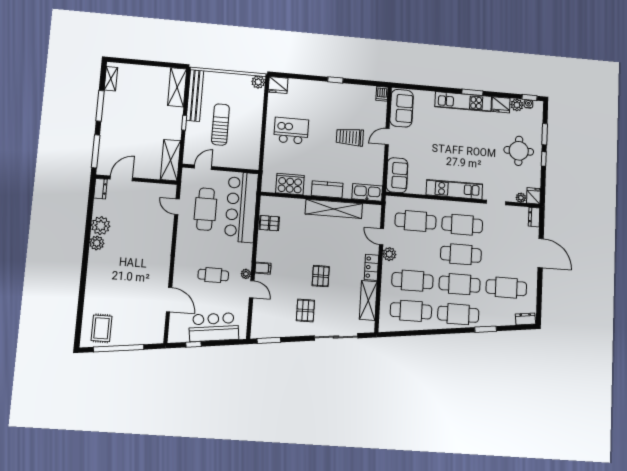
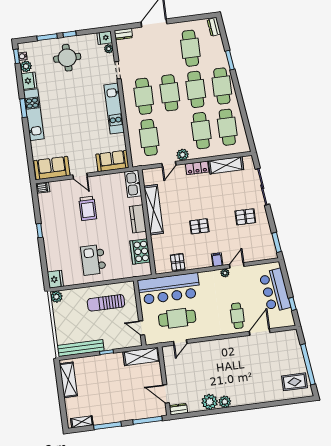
shelving: (177, 87) -> (68, 380), moved, turned 90
sun lounger: (220, 125) -> (106, 303), moved
cafe table: (213, 275) -> (237, 316), moved
pallet: (321, 276) -> (199, 226), moved

